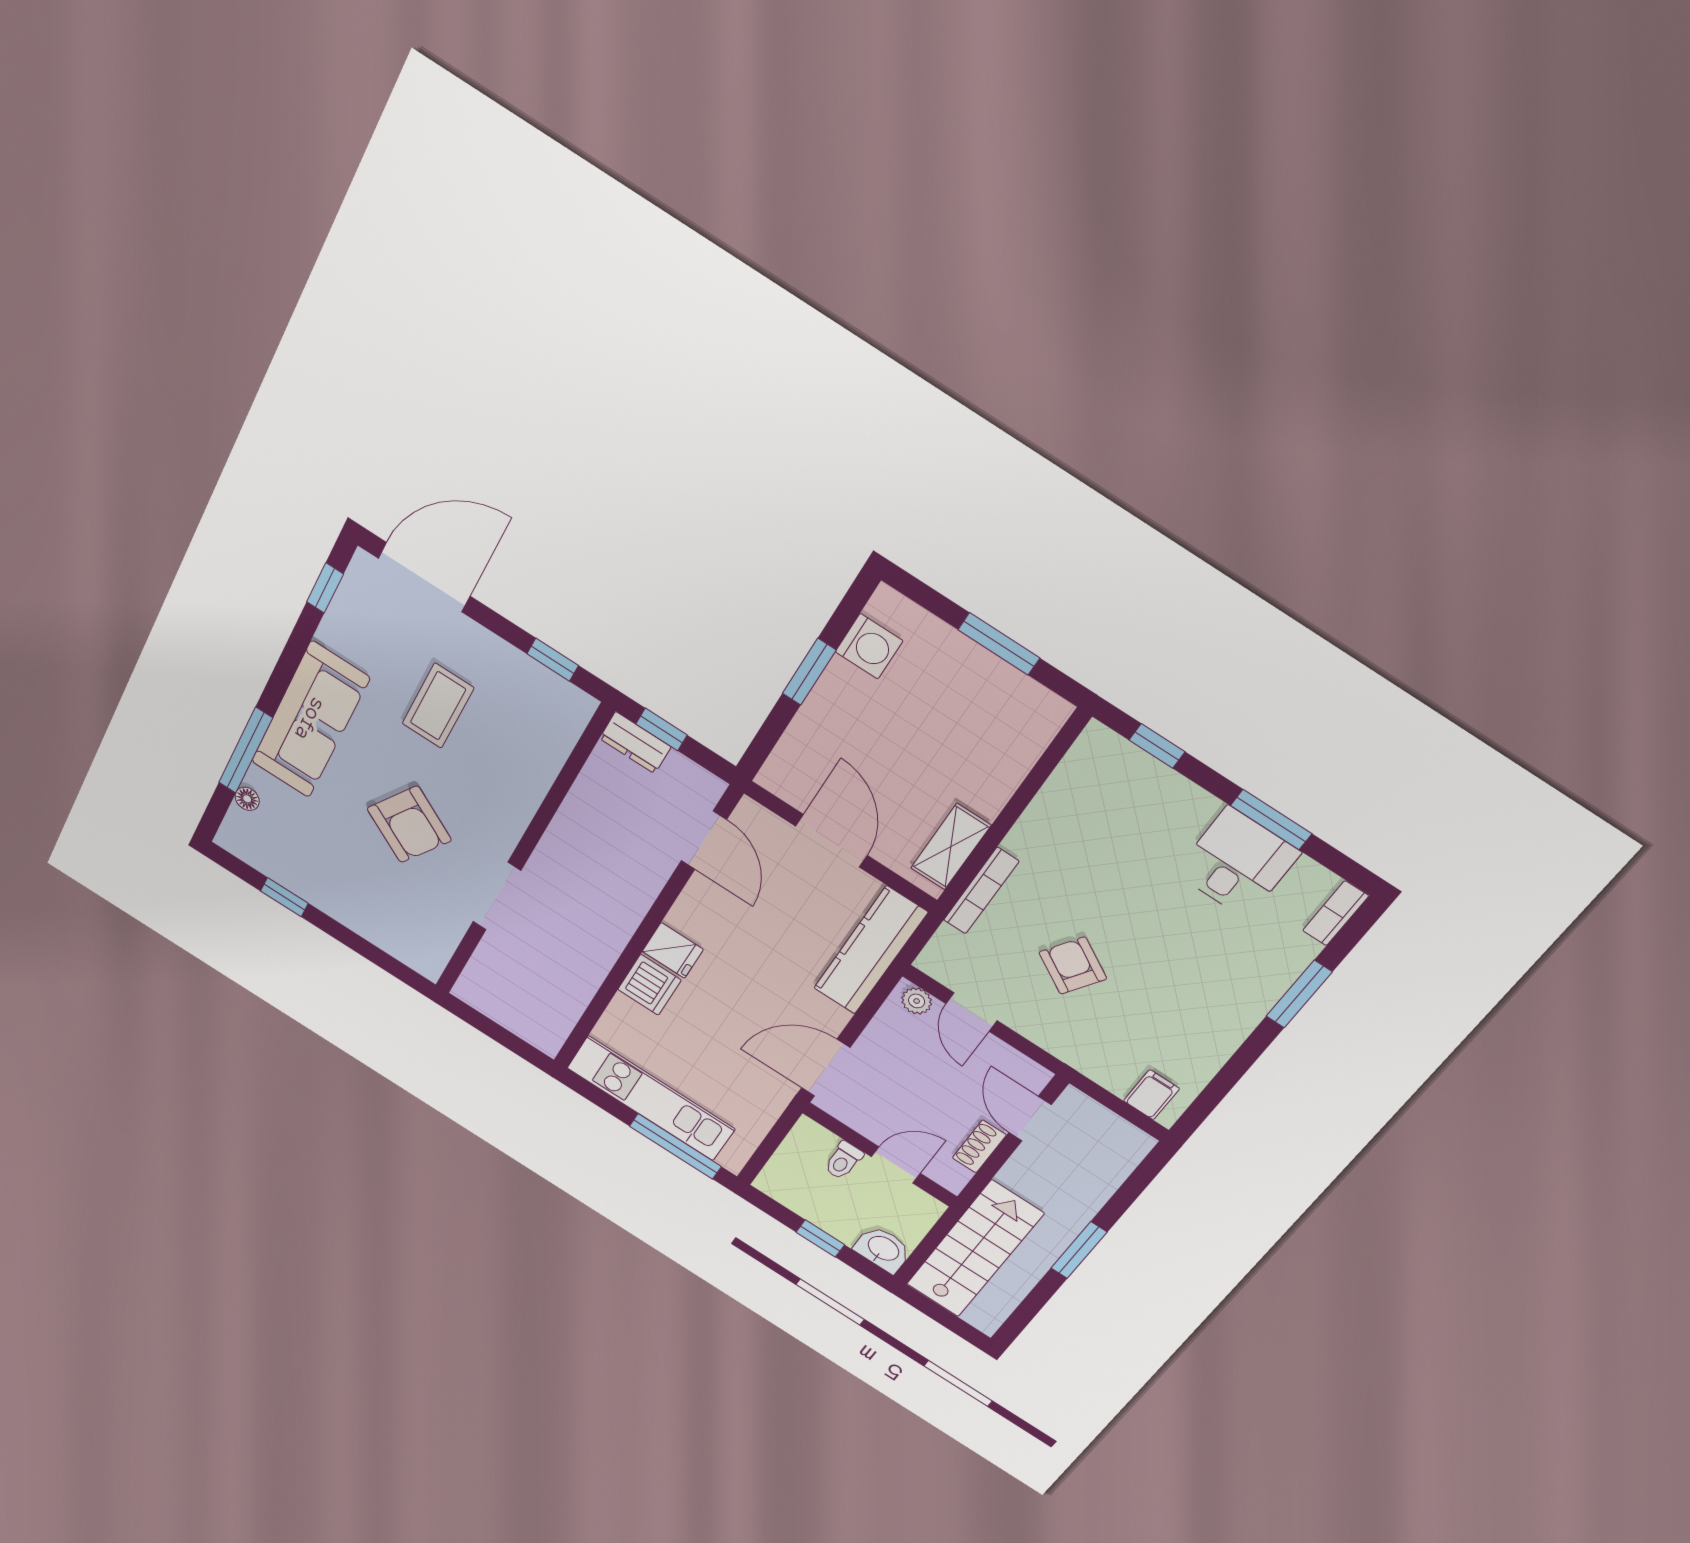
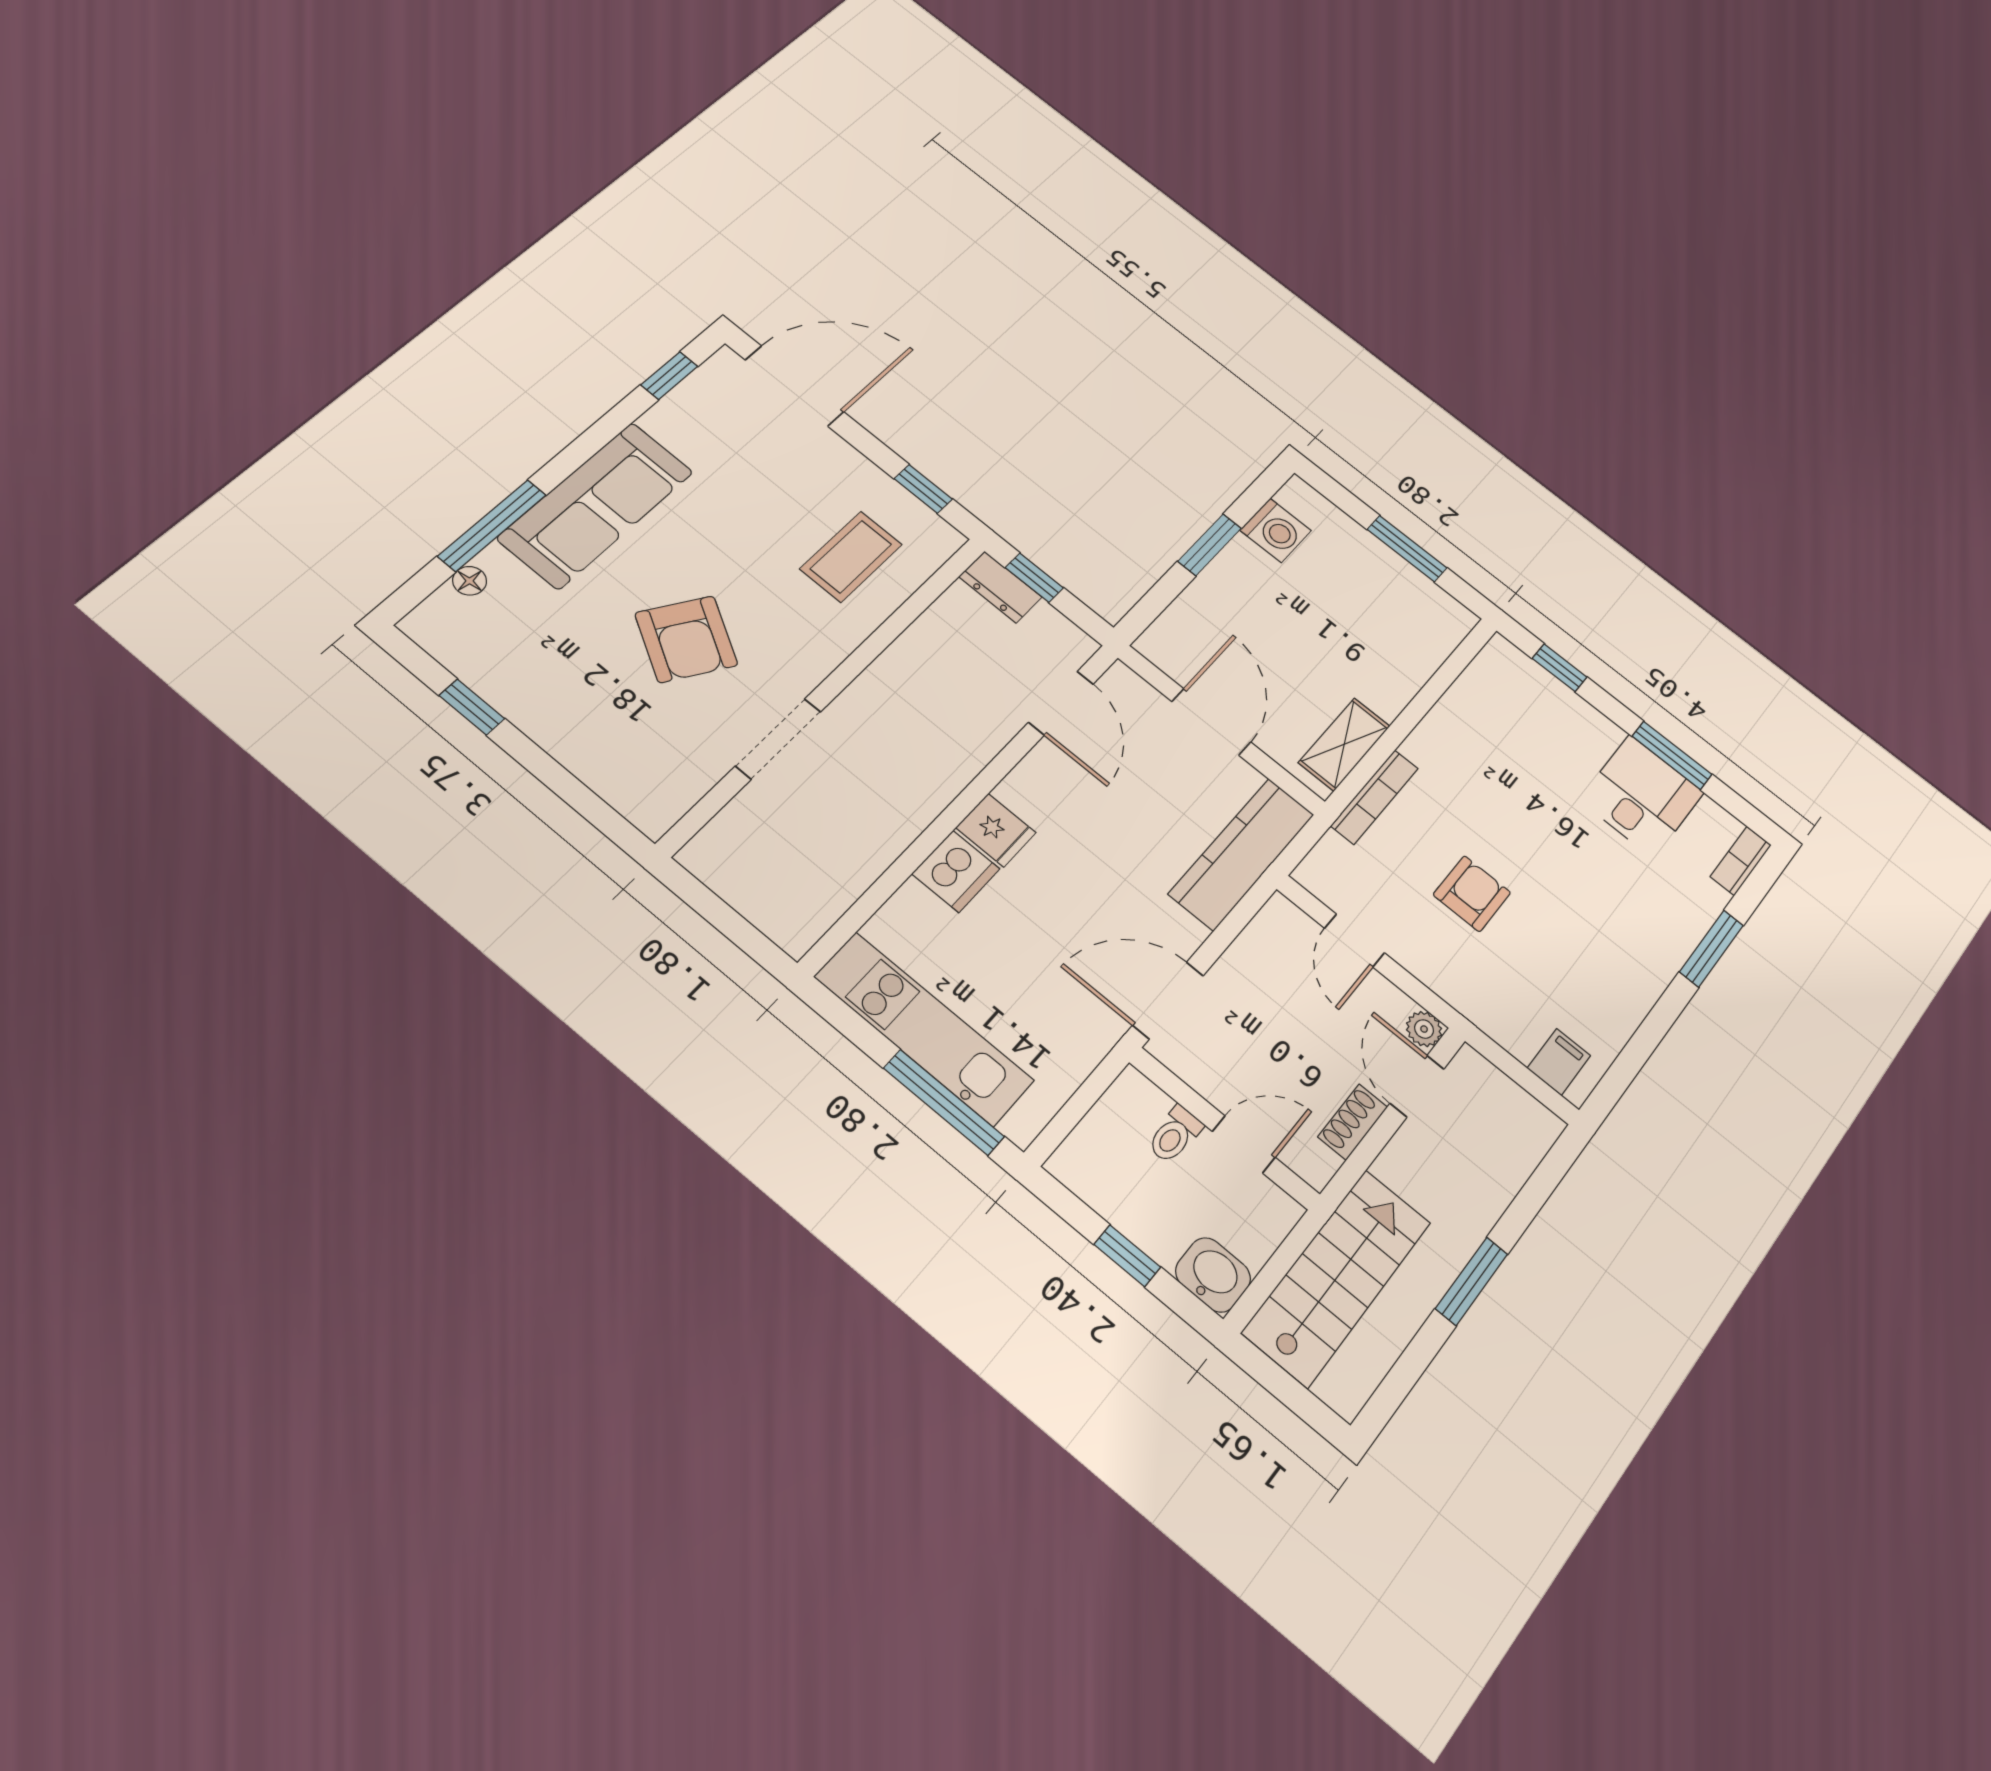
coffee table: (438, 706) -> (851, 557), moved
armchair: (1073, 966) -> (1472, 894), turned 58
plant: (917, 1001) -> (1424, 1029), moved

